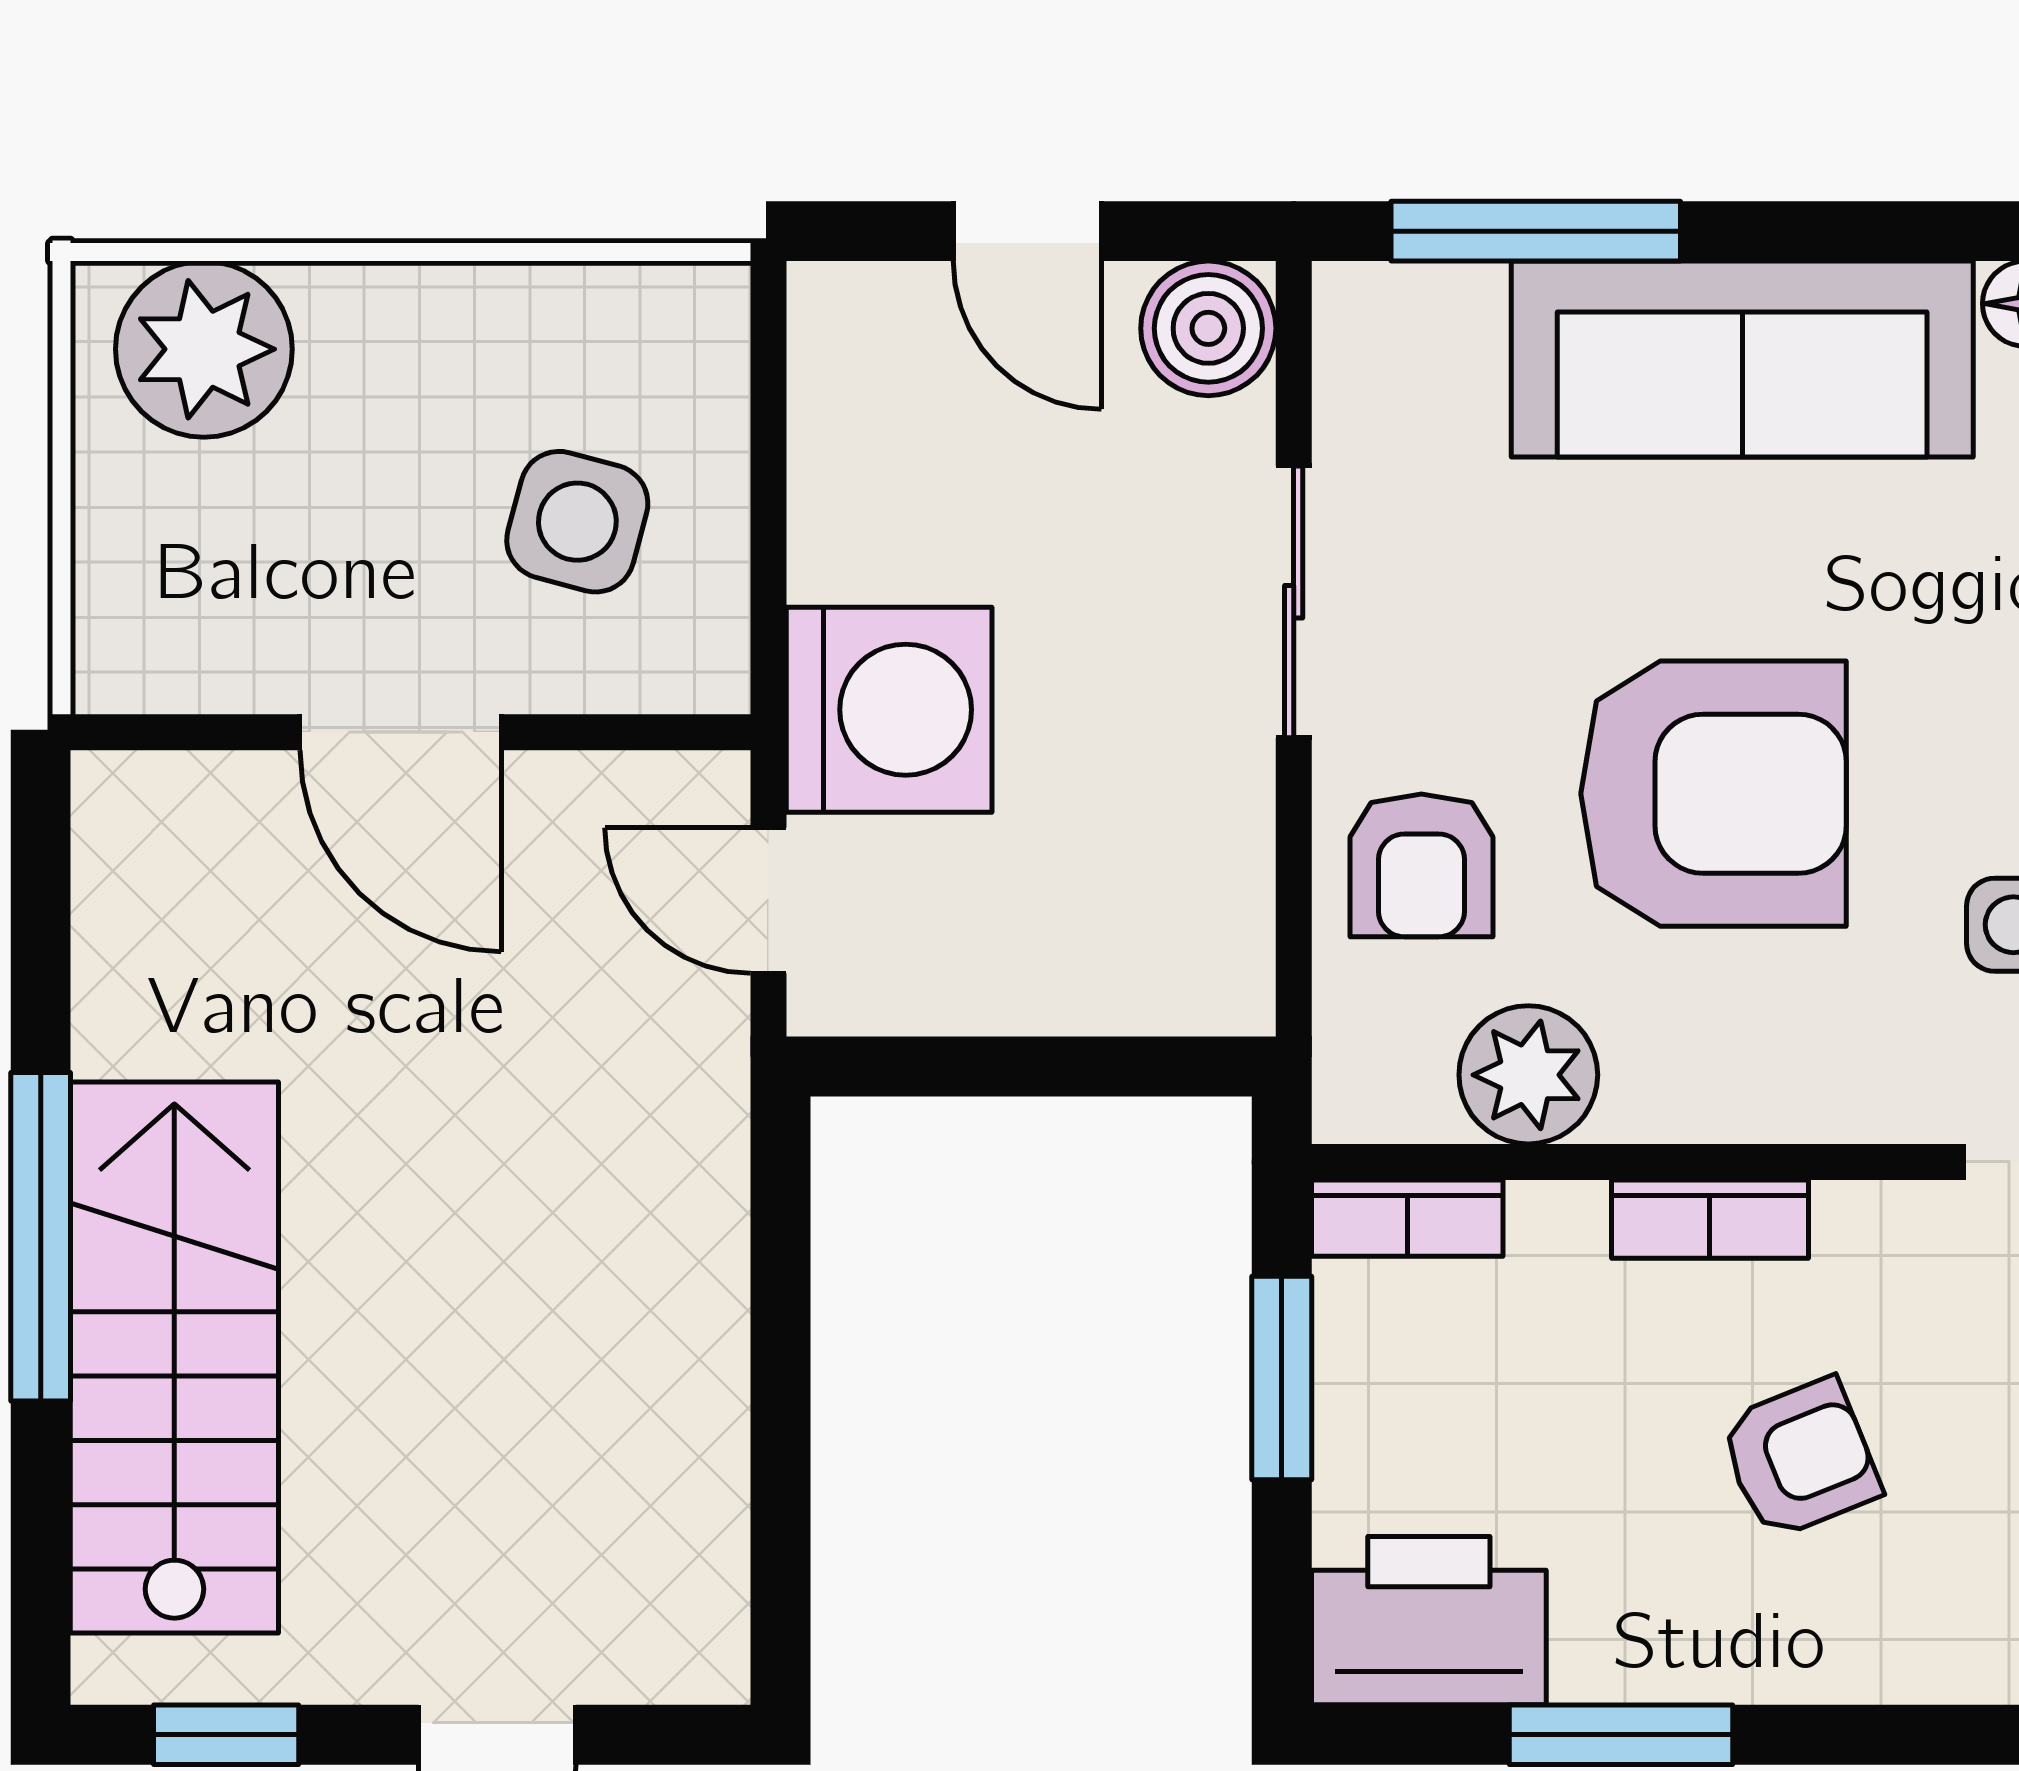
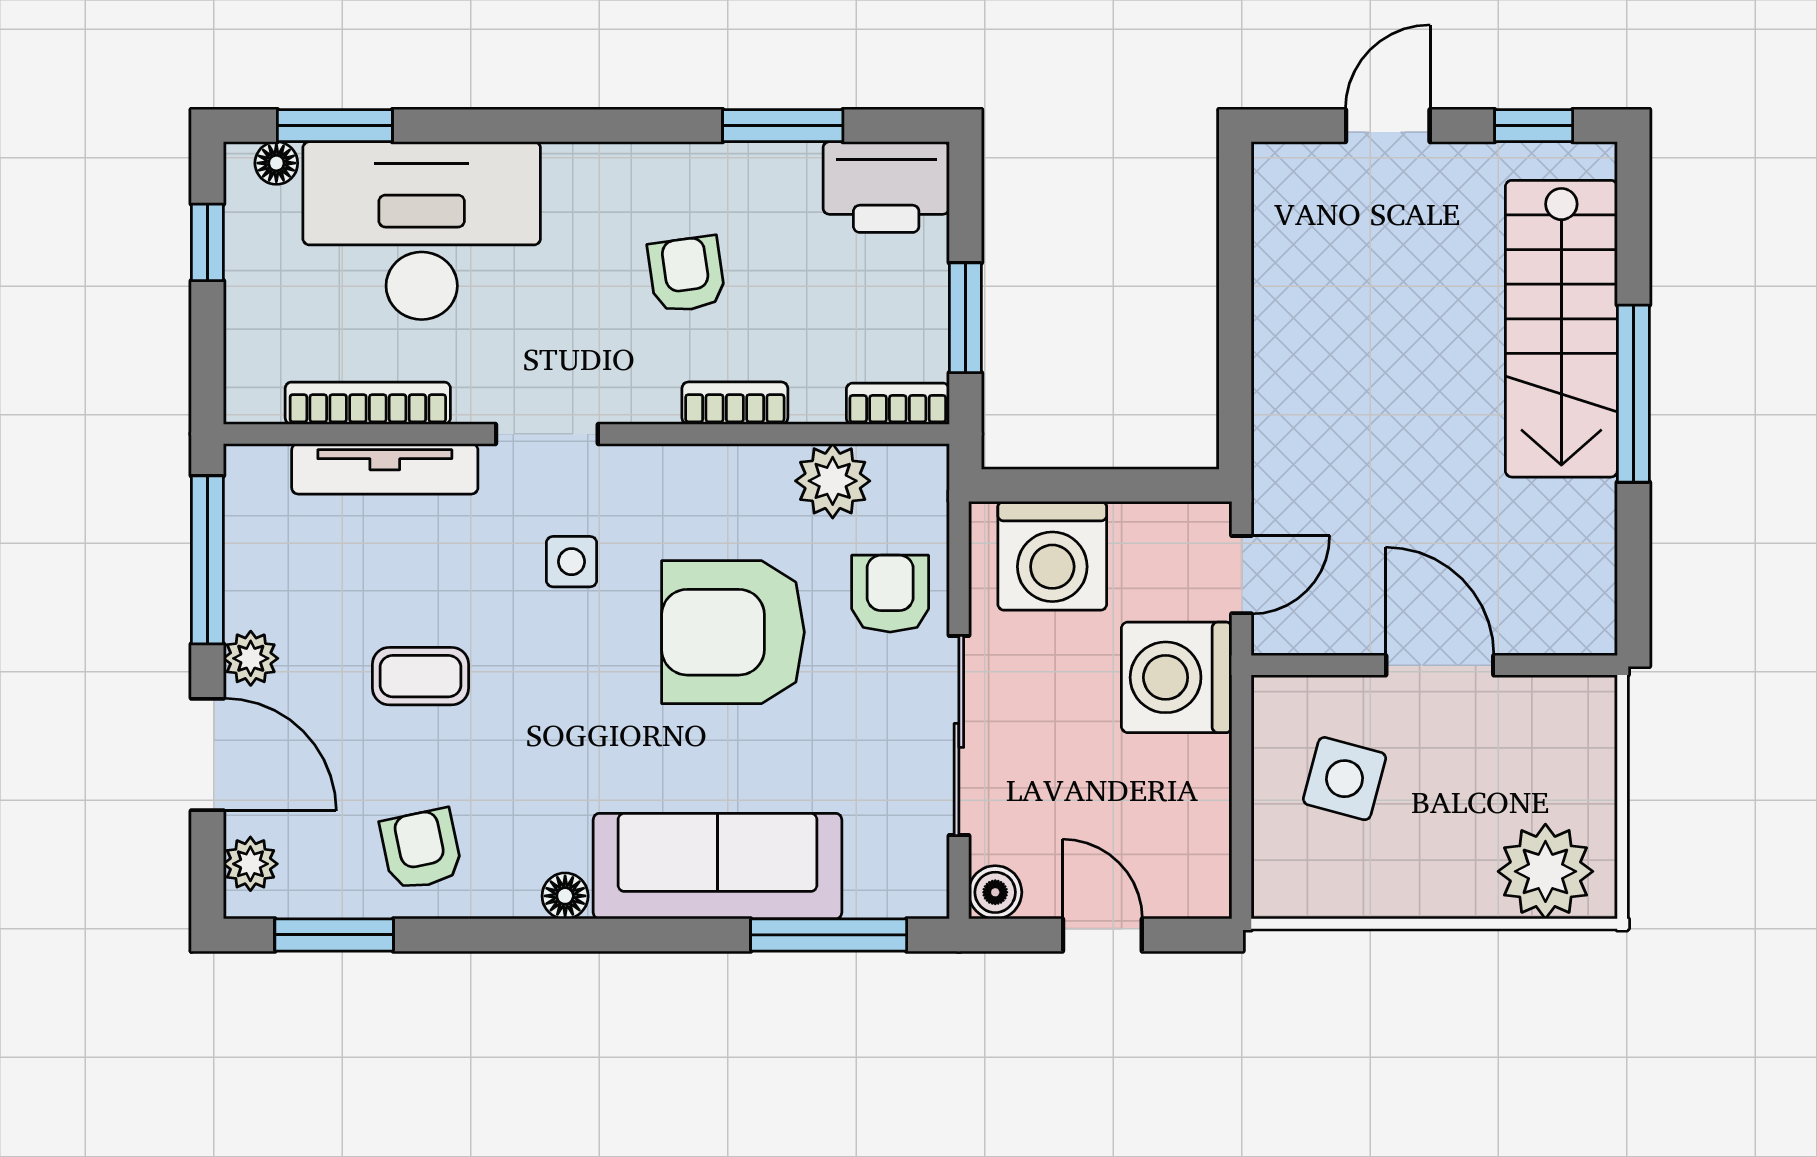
boiler: (1208, 328) -> (995, 892), width x0.73, depth x0.73
sliding door: (1294, 602) -> (959, 735), width x1.37
door: (769, 900) -> (1242, 575), hinge flipped
washing machine: (1120, 936) -> (1052, 556), added
armchair: (1800, 1458) -> (686, 274), turned 104

